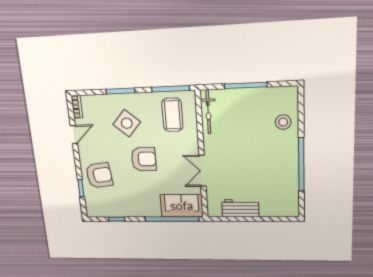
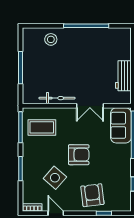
bicycle: (208, 112) -> (57, 98), moved
side table: (127, 123) -> (55, 178), moved
armchair: (144, 159) -> (79, 155), turned 90

